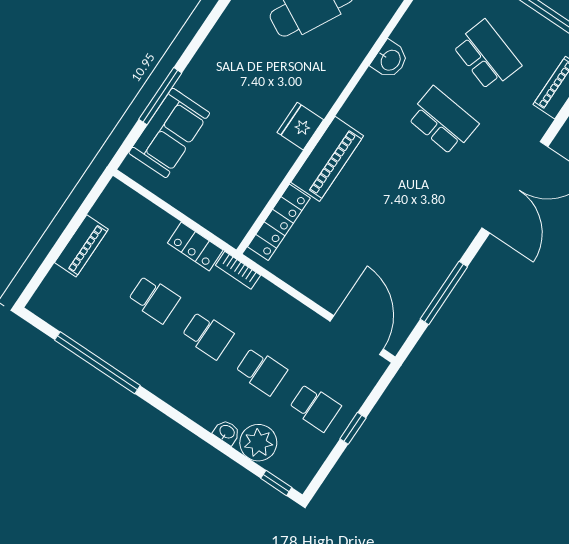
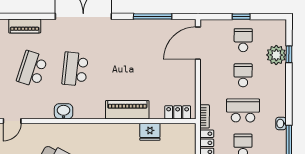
fridge: (300, 126) -> (150, 132), moved
locker: (279, 222) -> (178, 112), width x0.66
school desk: (208, 335) -> (243, 110), width x1.85
washbasin: (227, 432) -> (281, 124), moved
window: (276, 483) -> (289, 54), moved

